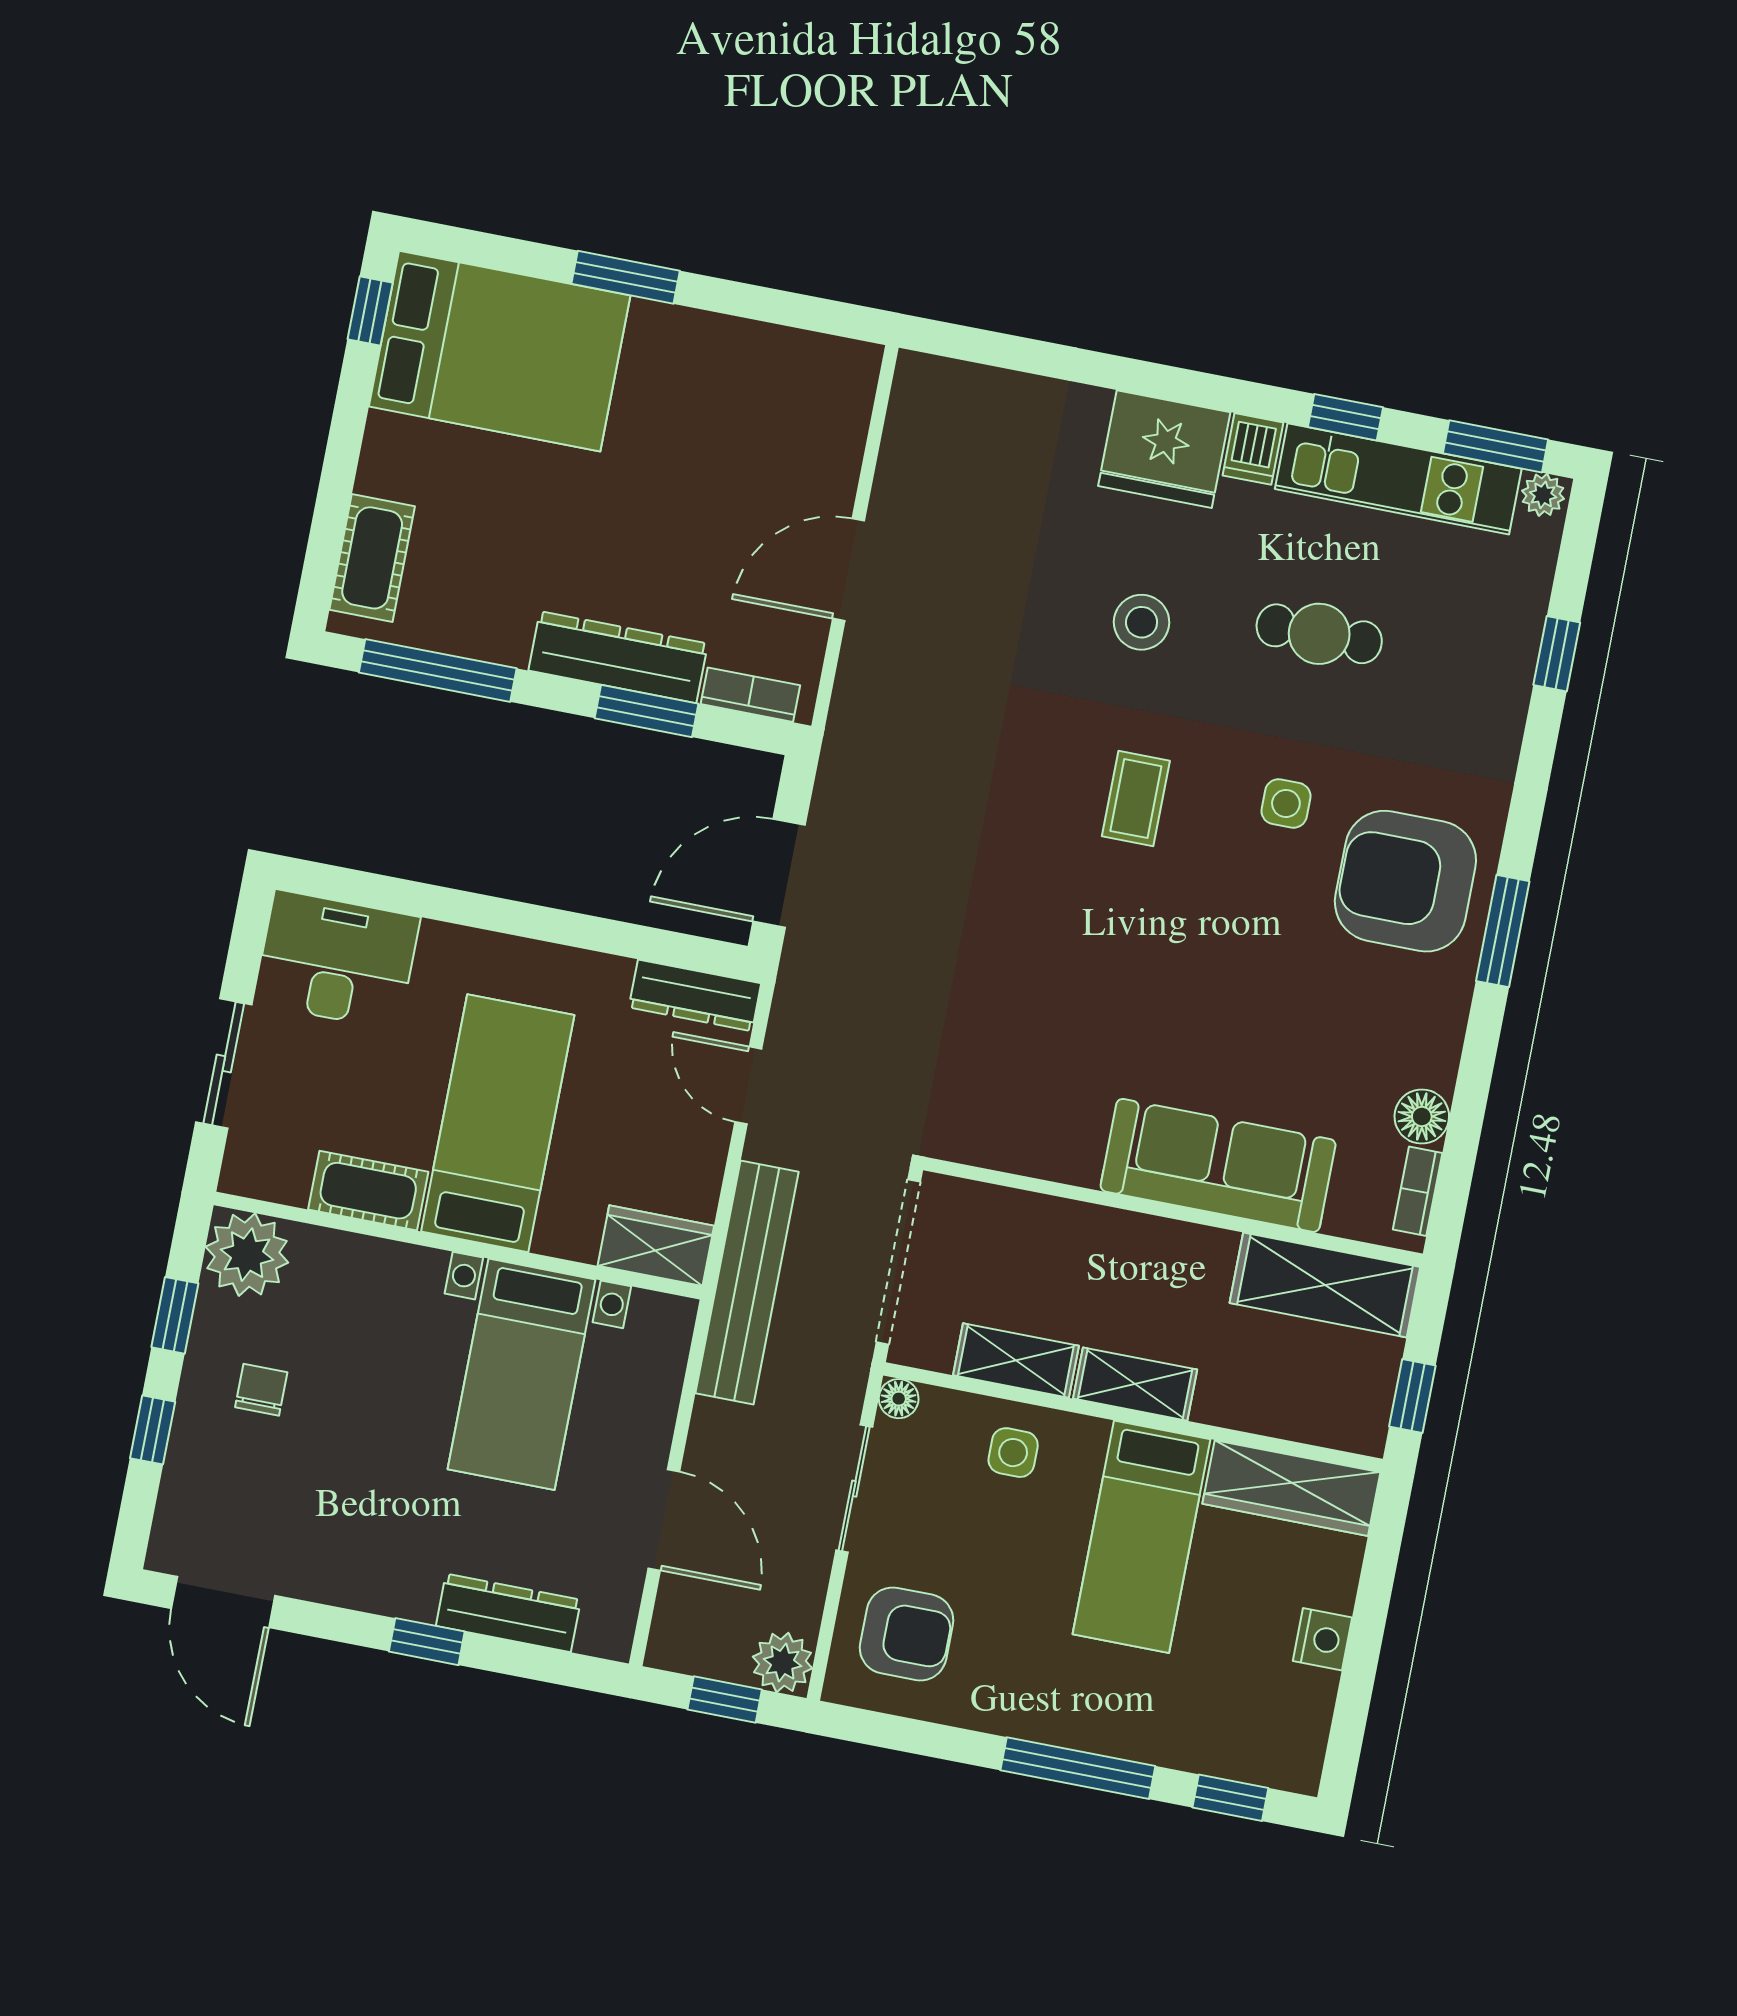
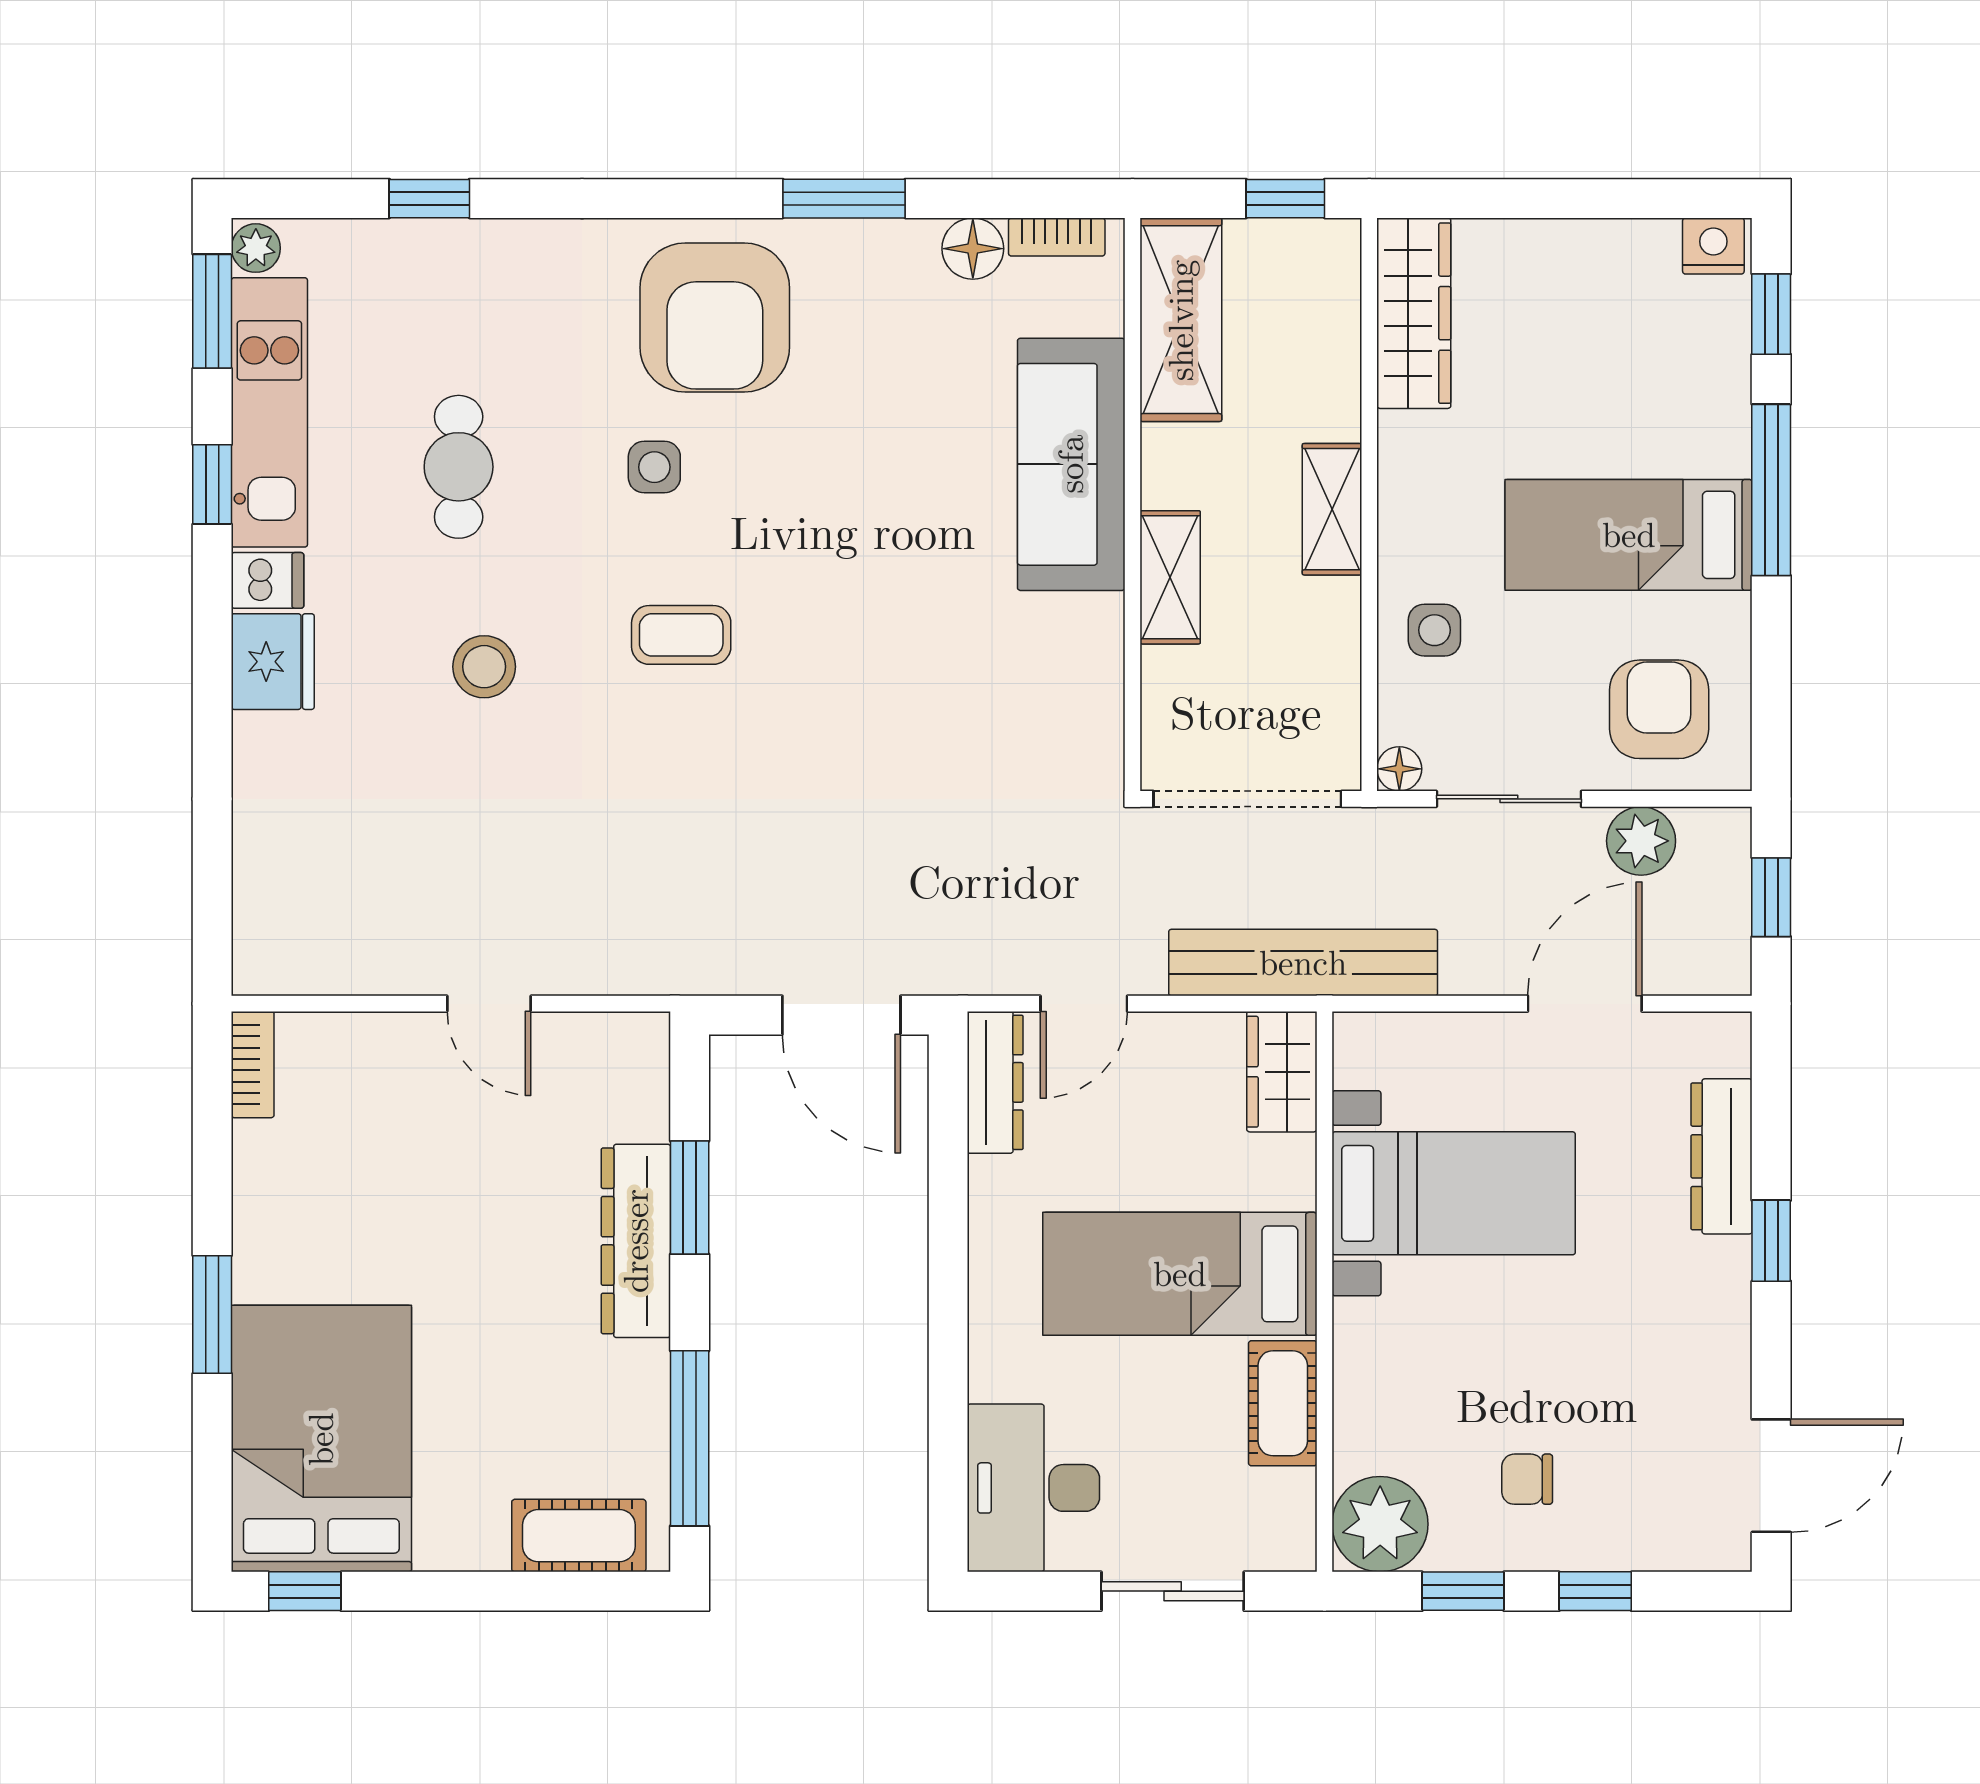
fridge: (1164, 449) -> (273, 662), width x0.73, depth x0.75
door: (849, 570) -> (489, 1004), width x0.73
bookcase: (750, 695) -> (253, 1065), moved, turned 180
window: (1503, 931) -> (844, 199), moved
shelving: (1016, 1361) -> (1170, 577), moved
bed: (1142, 1537) -> (1629, 535), moved, turned 180
nightstand: (1322, 1639) -> (1713, 246), moved
plant: (783, 1662) -> (1641, 841), moved

